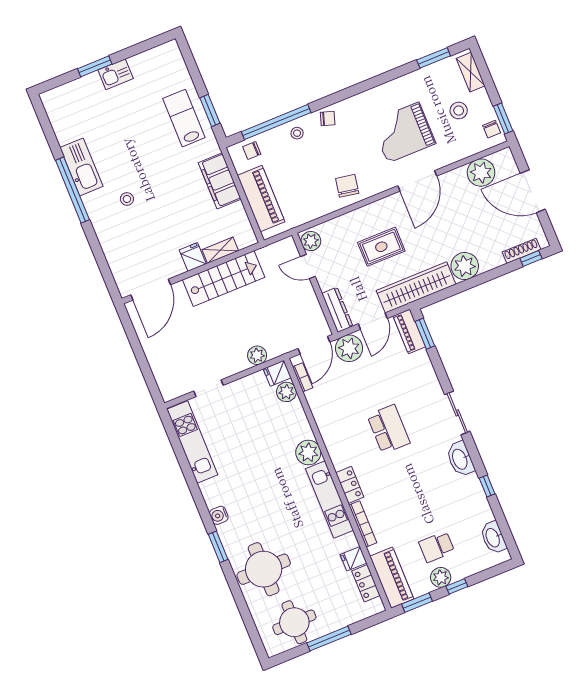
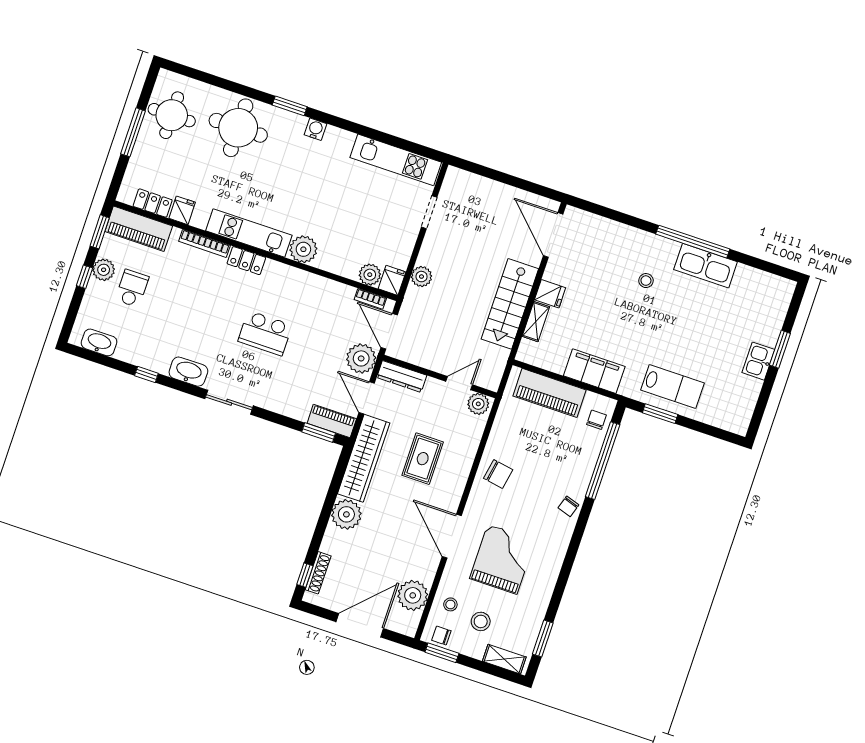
stool: (297, 133) -> (450, 604), moved

